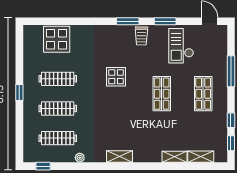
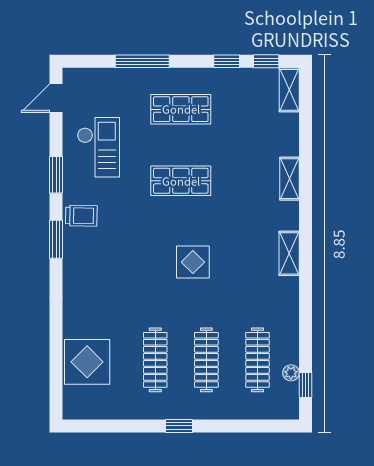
checkout: (181, 46) -> (98, 147), turned -90
display table: (116, 77) -> (193, 262), moved
shelving: (174, 157) -> (290, 179), moved
shelving: (201, 157) -> (289, 90), moved
plant: (80, 158) -> (291, 373), moved

